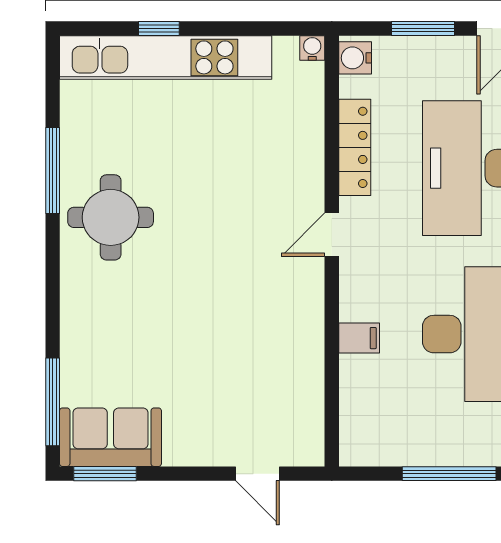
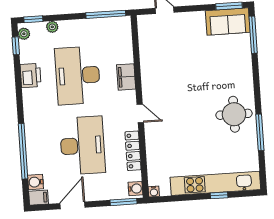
window: (423, 28) -> (124, 202), moved
door: (332, 235) -> (140, 113), hinge flipped
filing cabinet: (359, 338) -> (126, 77), width x2.00
window: (449, 474) -> (106, 14), moved

